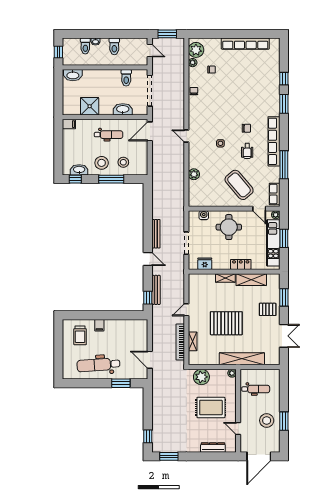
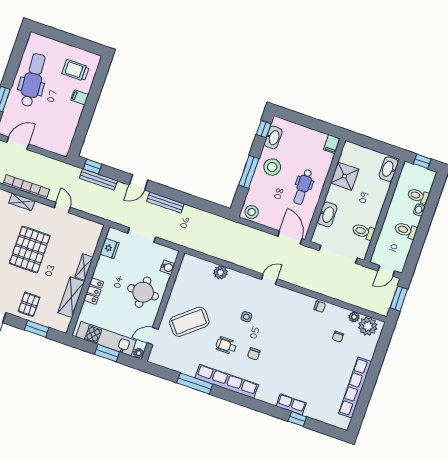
window: (284, 104) -> (267, 409), removed
stool: (123, 162) -> (252, 212), moved
row of seats: (275, 194) -> (291, 404), moved

